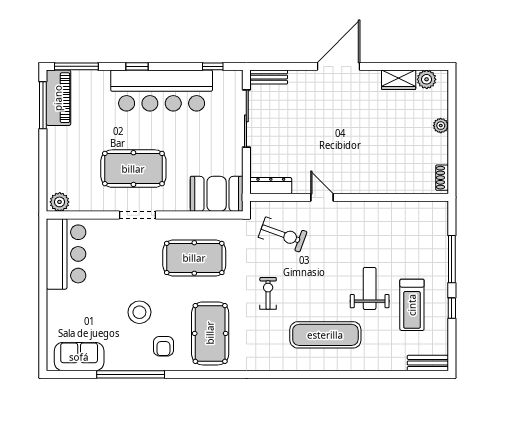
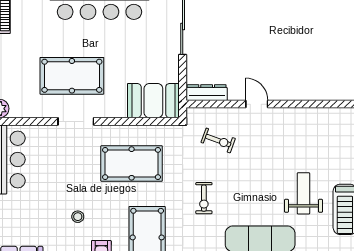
exercise bike: (283, 234) -> (218, 140), width x0.73, depth x0.72
exercise bike: (268, 293) -> (204, 198), turned 180
stool: (139, 312) -> (78, 217), width x0.53, depth x0.53

